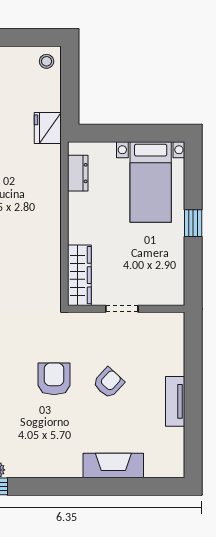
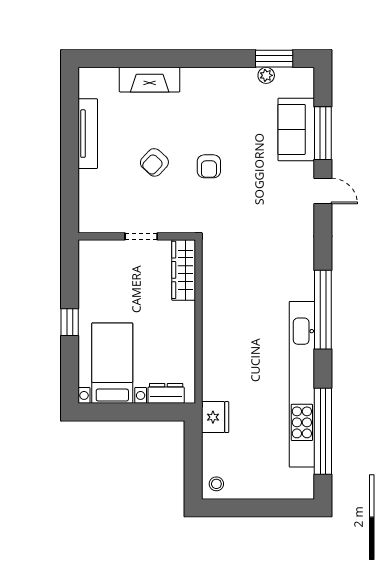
dresser: (78, 173) -> (166, 393), moved, turned 90
armchair: (54, 379) -> (209, 166), width x0.72, depth x0.72
tv unit: (175, 401) -> (88, 134), width x1.41

